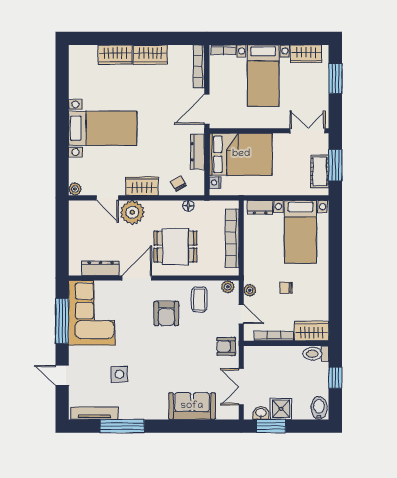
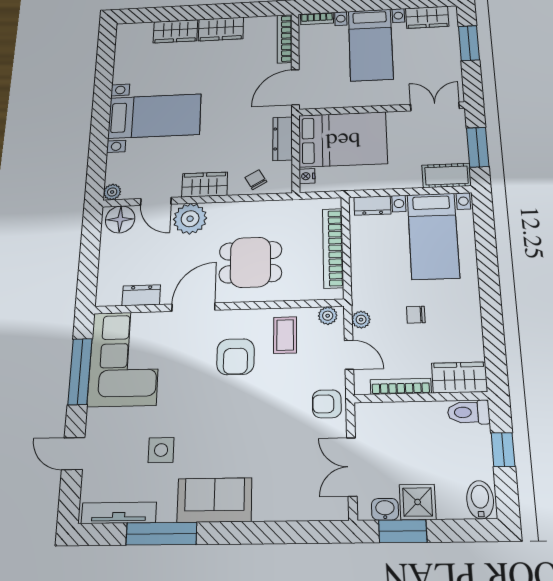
cot: (320, 171) -> (446, 176), moved, turned 90
floor lamp: (188, 206) -> (120, 219), moved, width x1.89, depth x1.89
dresser: (101, 268) -> (141, 295), width x0.70
sofa: (192, 406) -> (215, 500), moved

